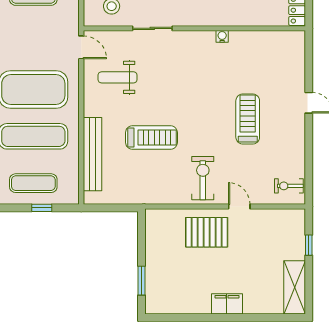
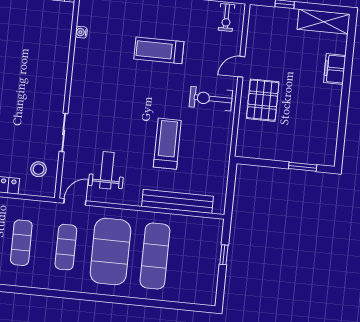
water cooler: (222, 36) -> (81, 32), moved
weight bench: (118, 77) -> (107, 170), turned 180
exercise mat: (33, 183) -> (66, 247), moved
filing cabinet: (227, 304) -> (335, 69), moved

